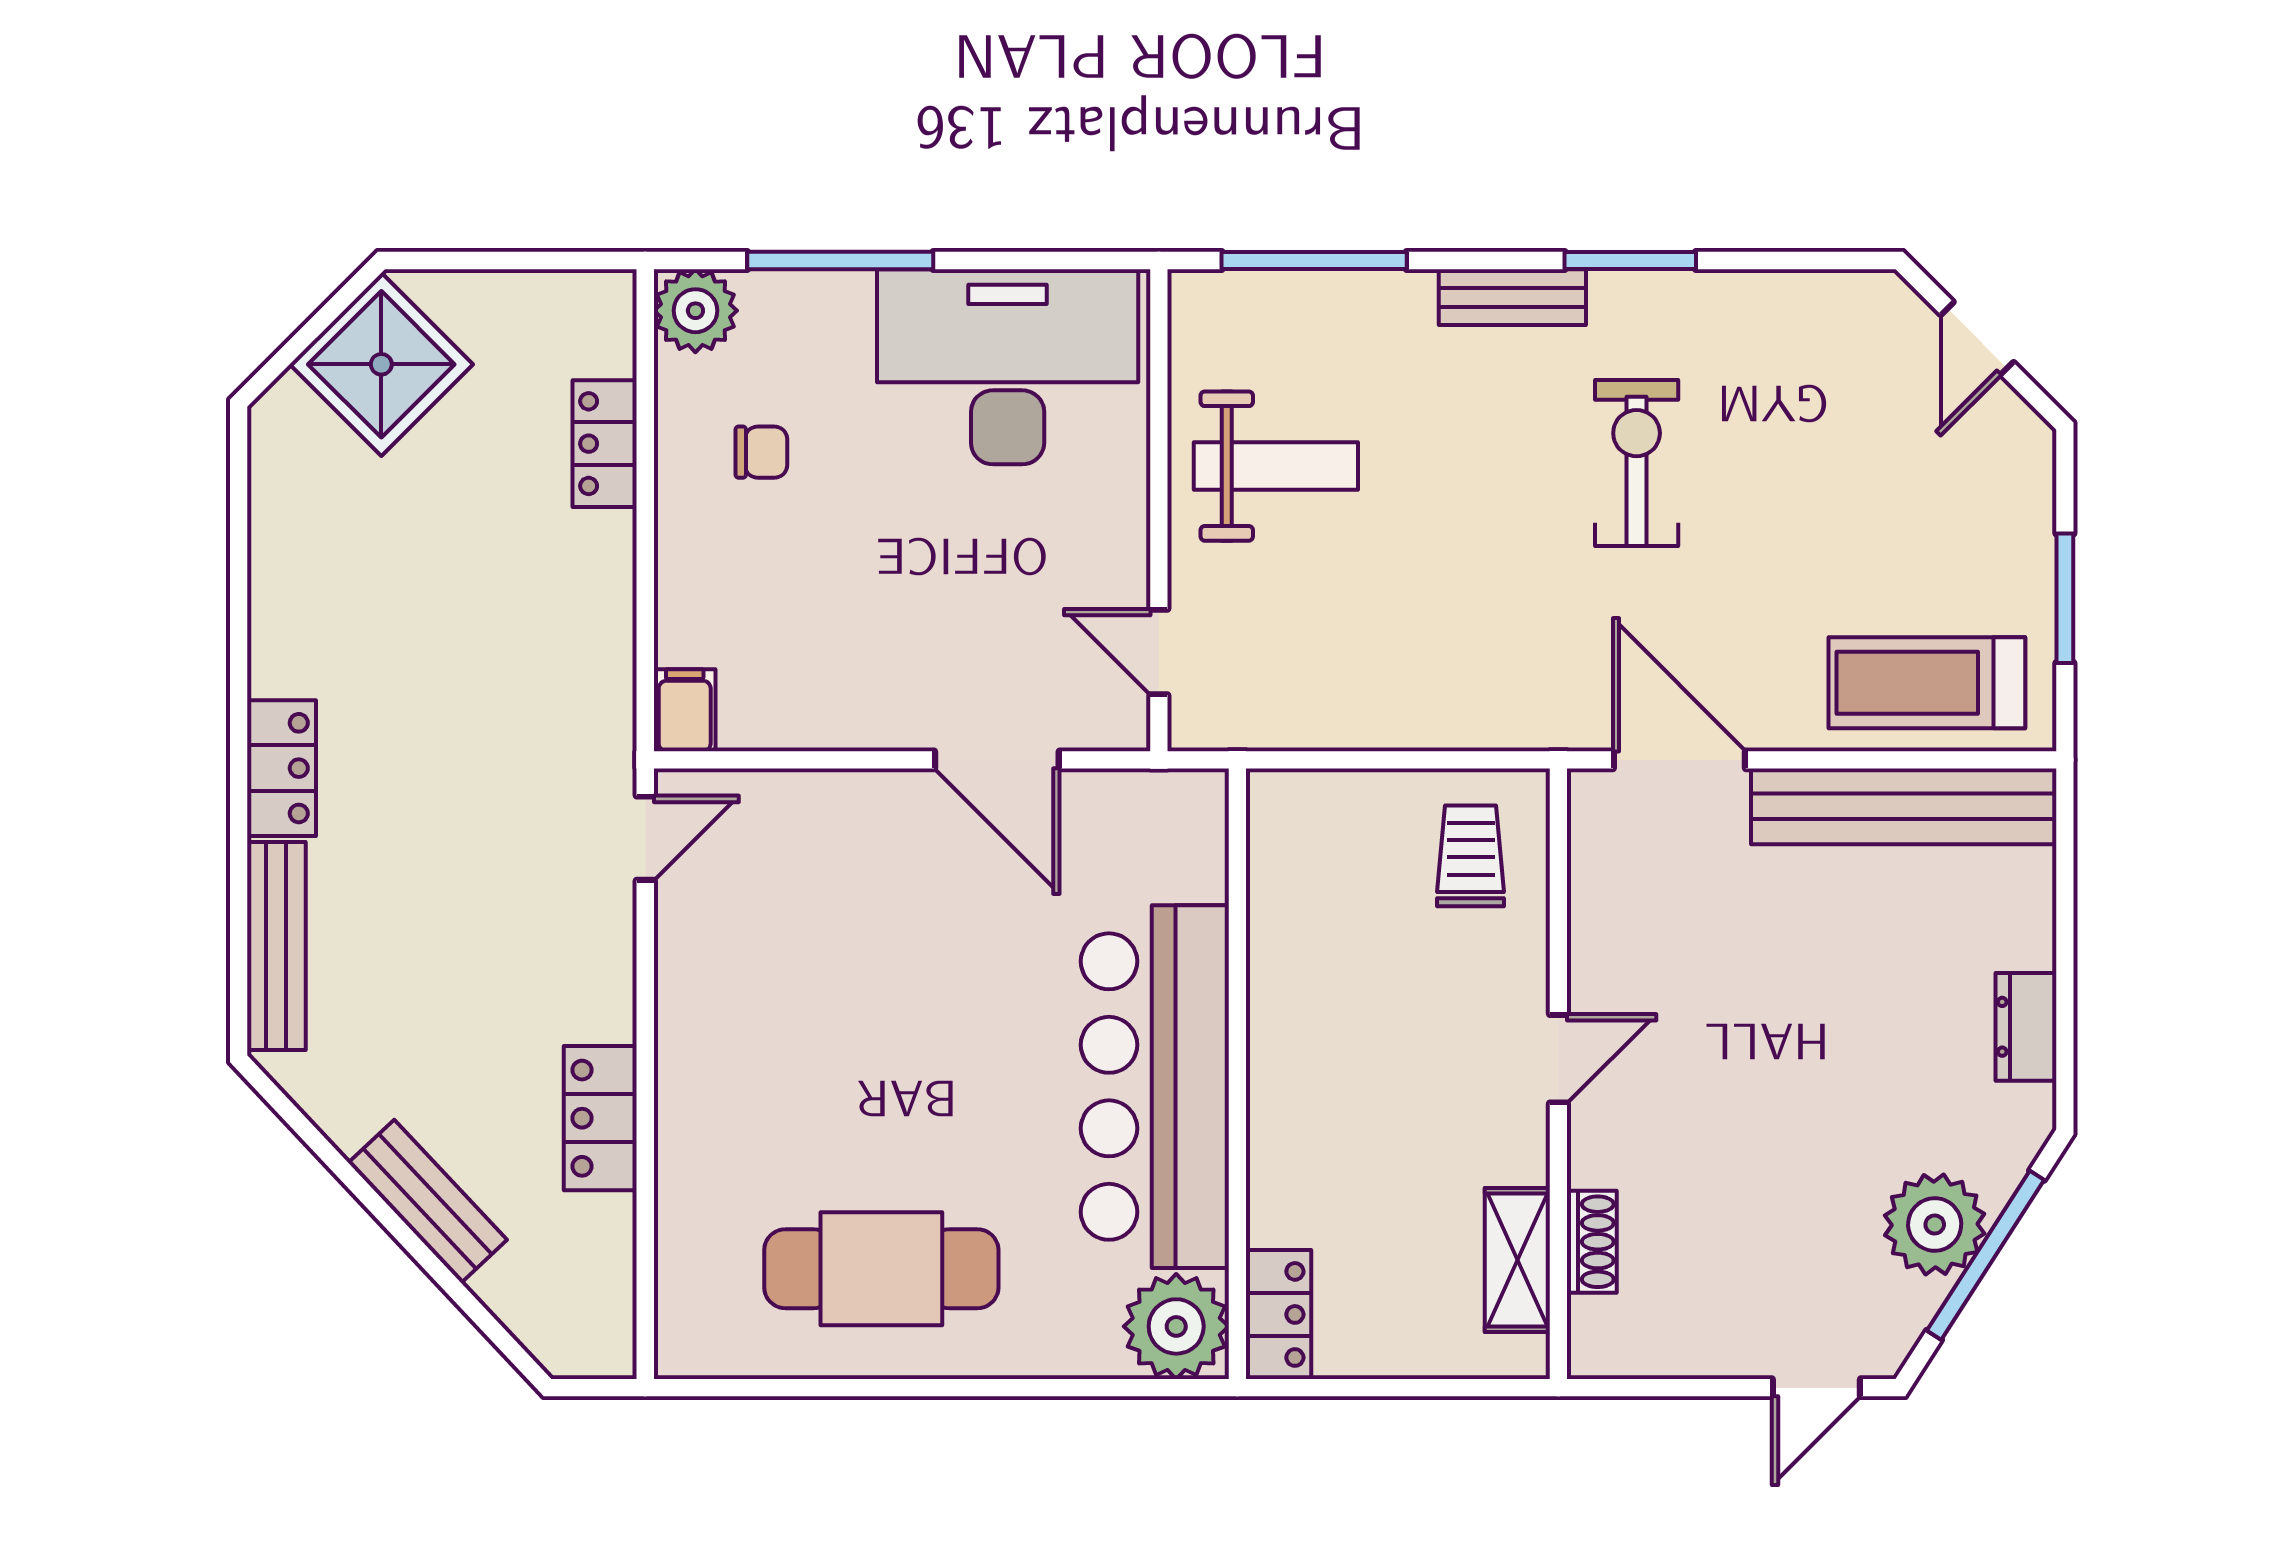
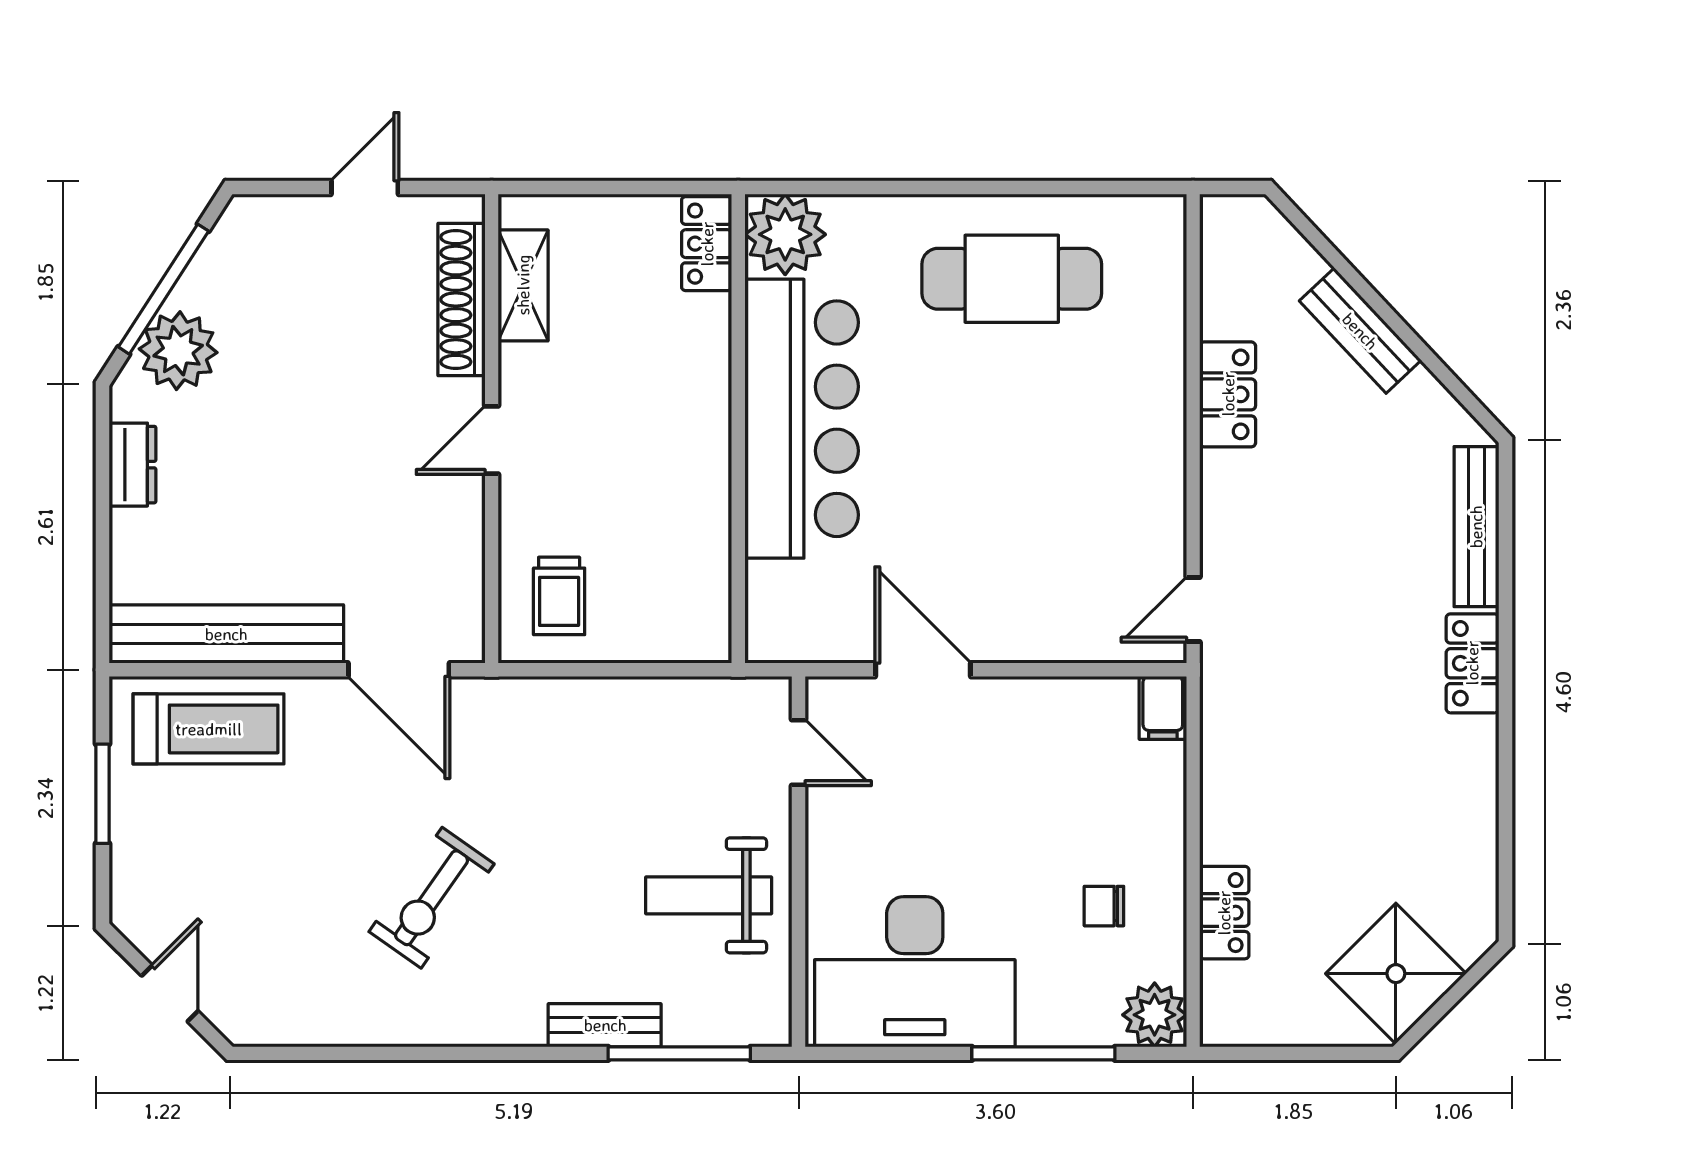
window: (1630, 260) -> (436, 1053), removed
bench: (1512, 297) -> (605, 1025), moved
exercise bike: (1637, 463) -> (432, 898), turned 35
plant: (1935, 1224) -> (178, 351), moved
shoe rack: (1592, 1242) -> (461, 299), width x1.94, depth x1.24
door: (1816, 1388) -> (365, 187), moved

